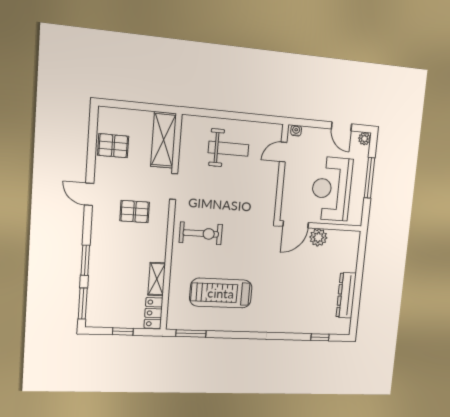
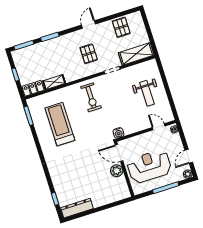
water cooler: (268, 214) -> (118, 133), added
dresser: (346, 295) -> (77, 208), moved

